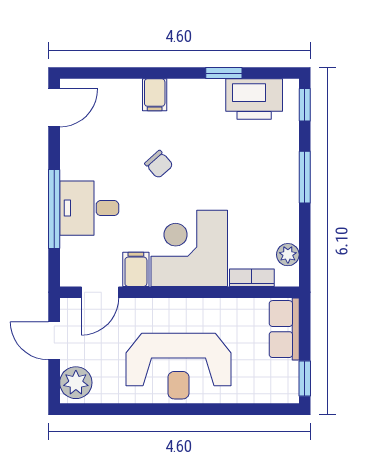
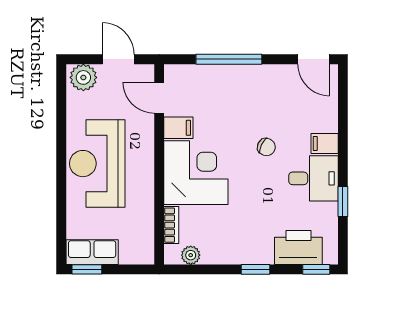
printer: (254, 99) -> (298, 247), moved, turned 90
chair: (159, 164) -> (266, 147), turned -112
window: (305, 177) -> (256, 269), width x0.67
desk: (89, 208) -> (313, 178), moved, turned 90
row of seats: (284, 329) -> (92, 252), moved
door: (54, 341) -> (118, 59), hinge flipped

